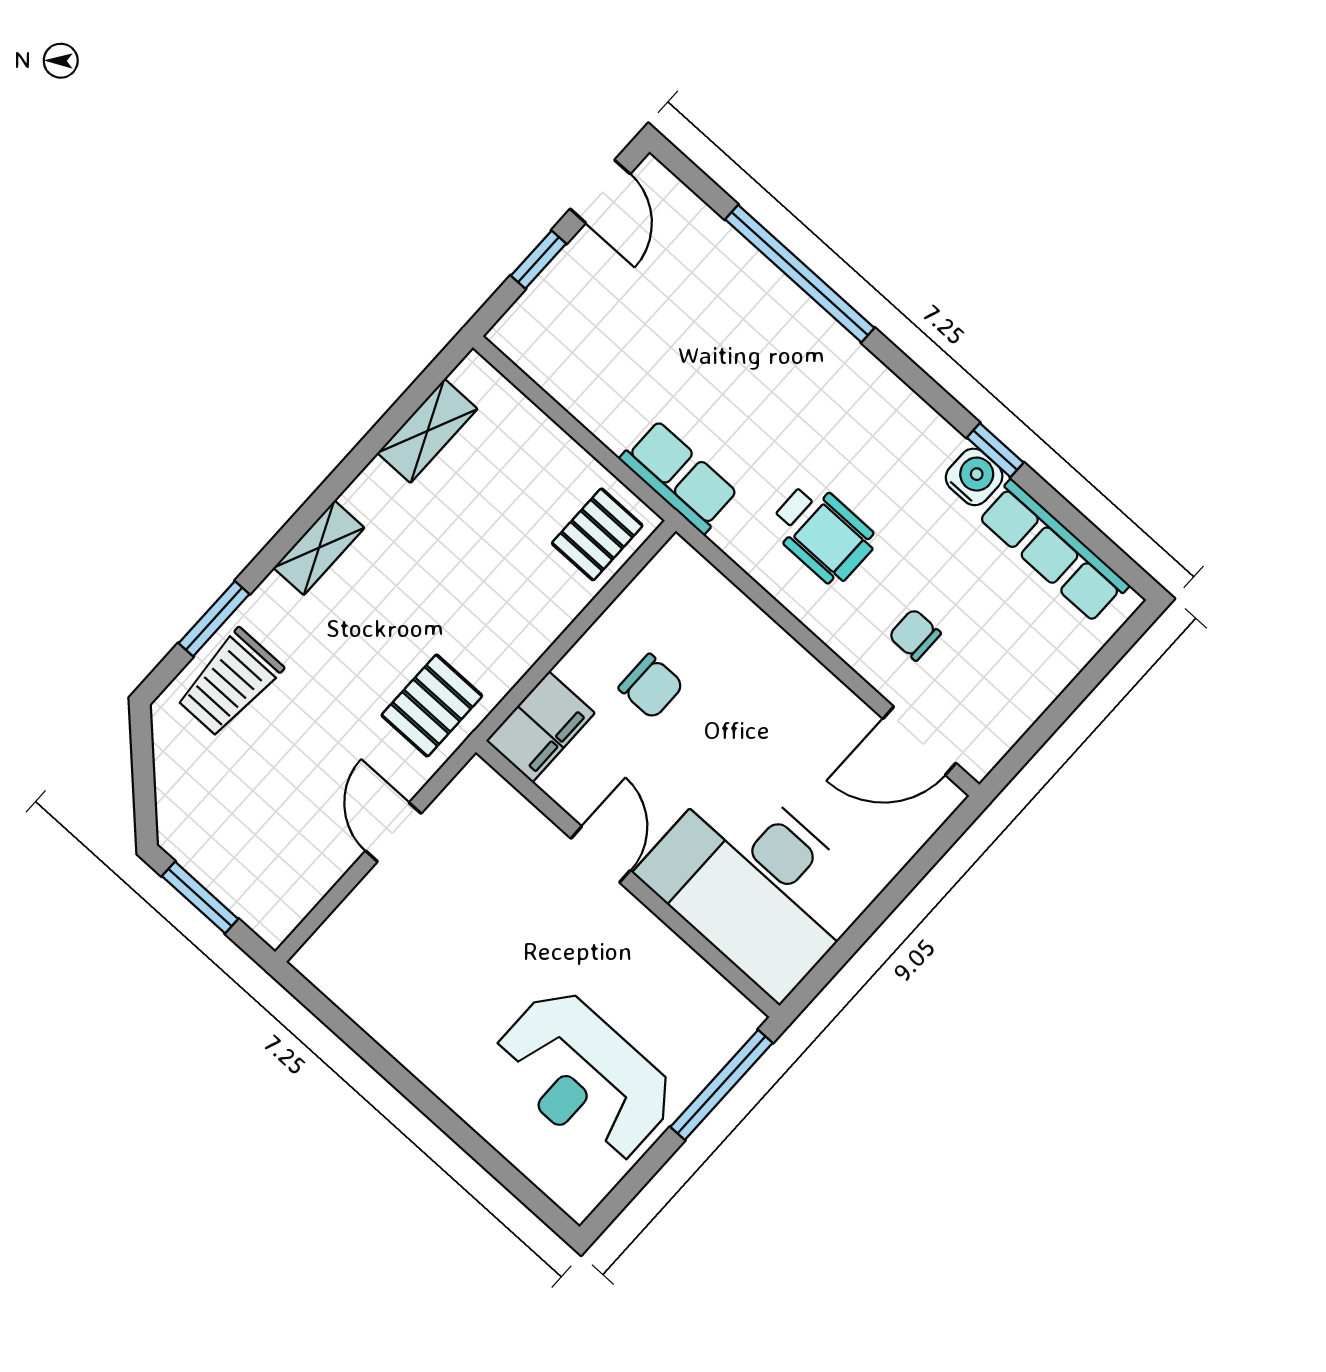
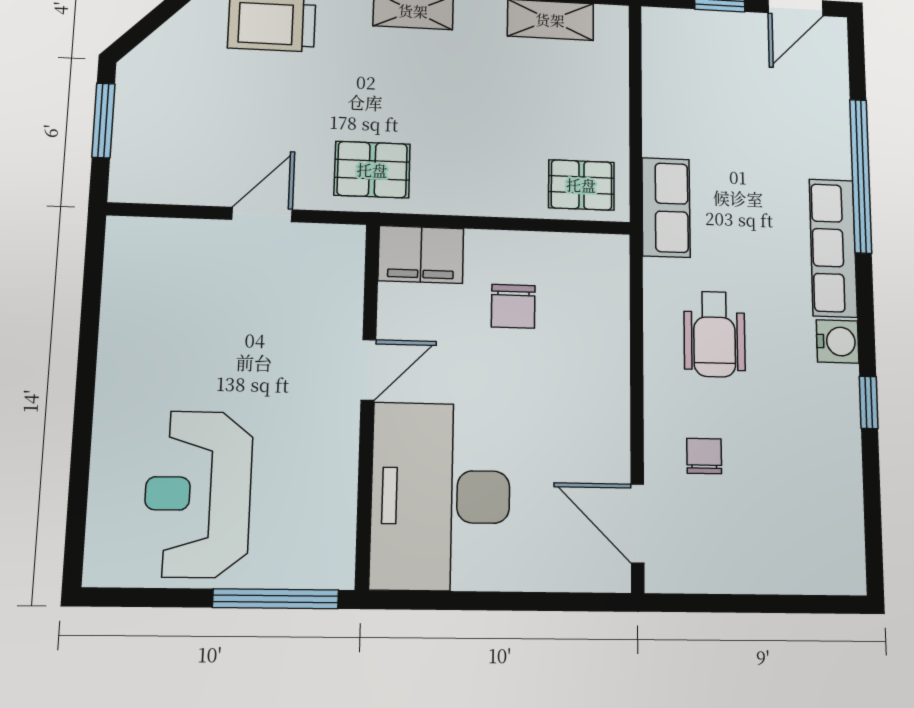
water cooler: (974, 477) -> (838, 341), moved
row of seats: (1053, 551) -> (833, 248), moved

